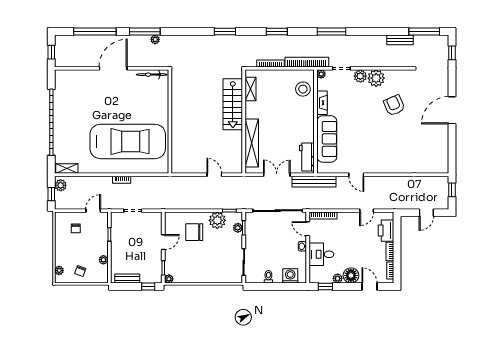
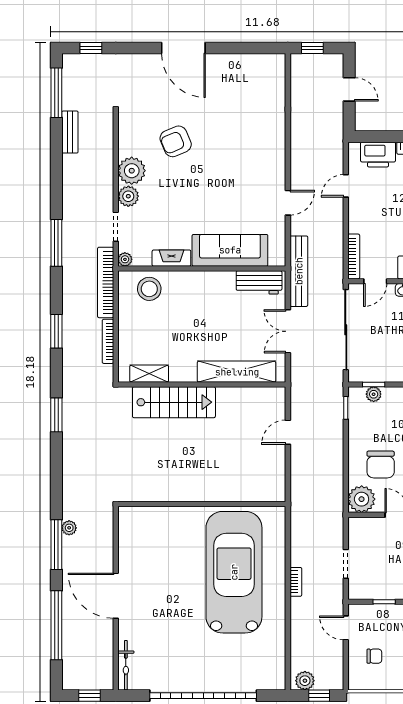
bicycle: (152, 75) -> (126, 665), moved
shelving: (67, 168) -> (278, 671), removed
door: (367, 211) -> (346, 186), swing flipped
plant: (217, 220) -> (362, 499), moved

